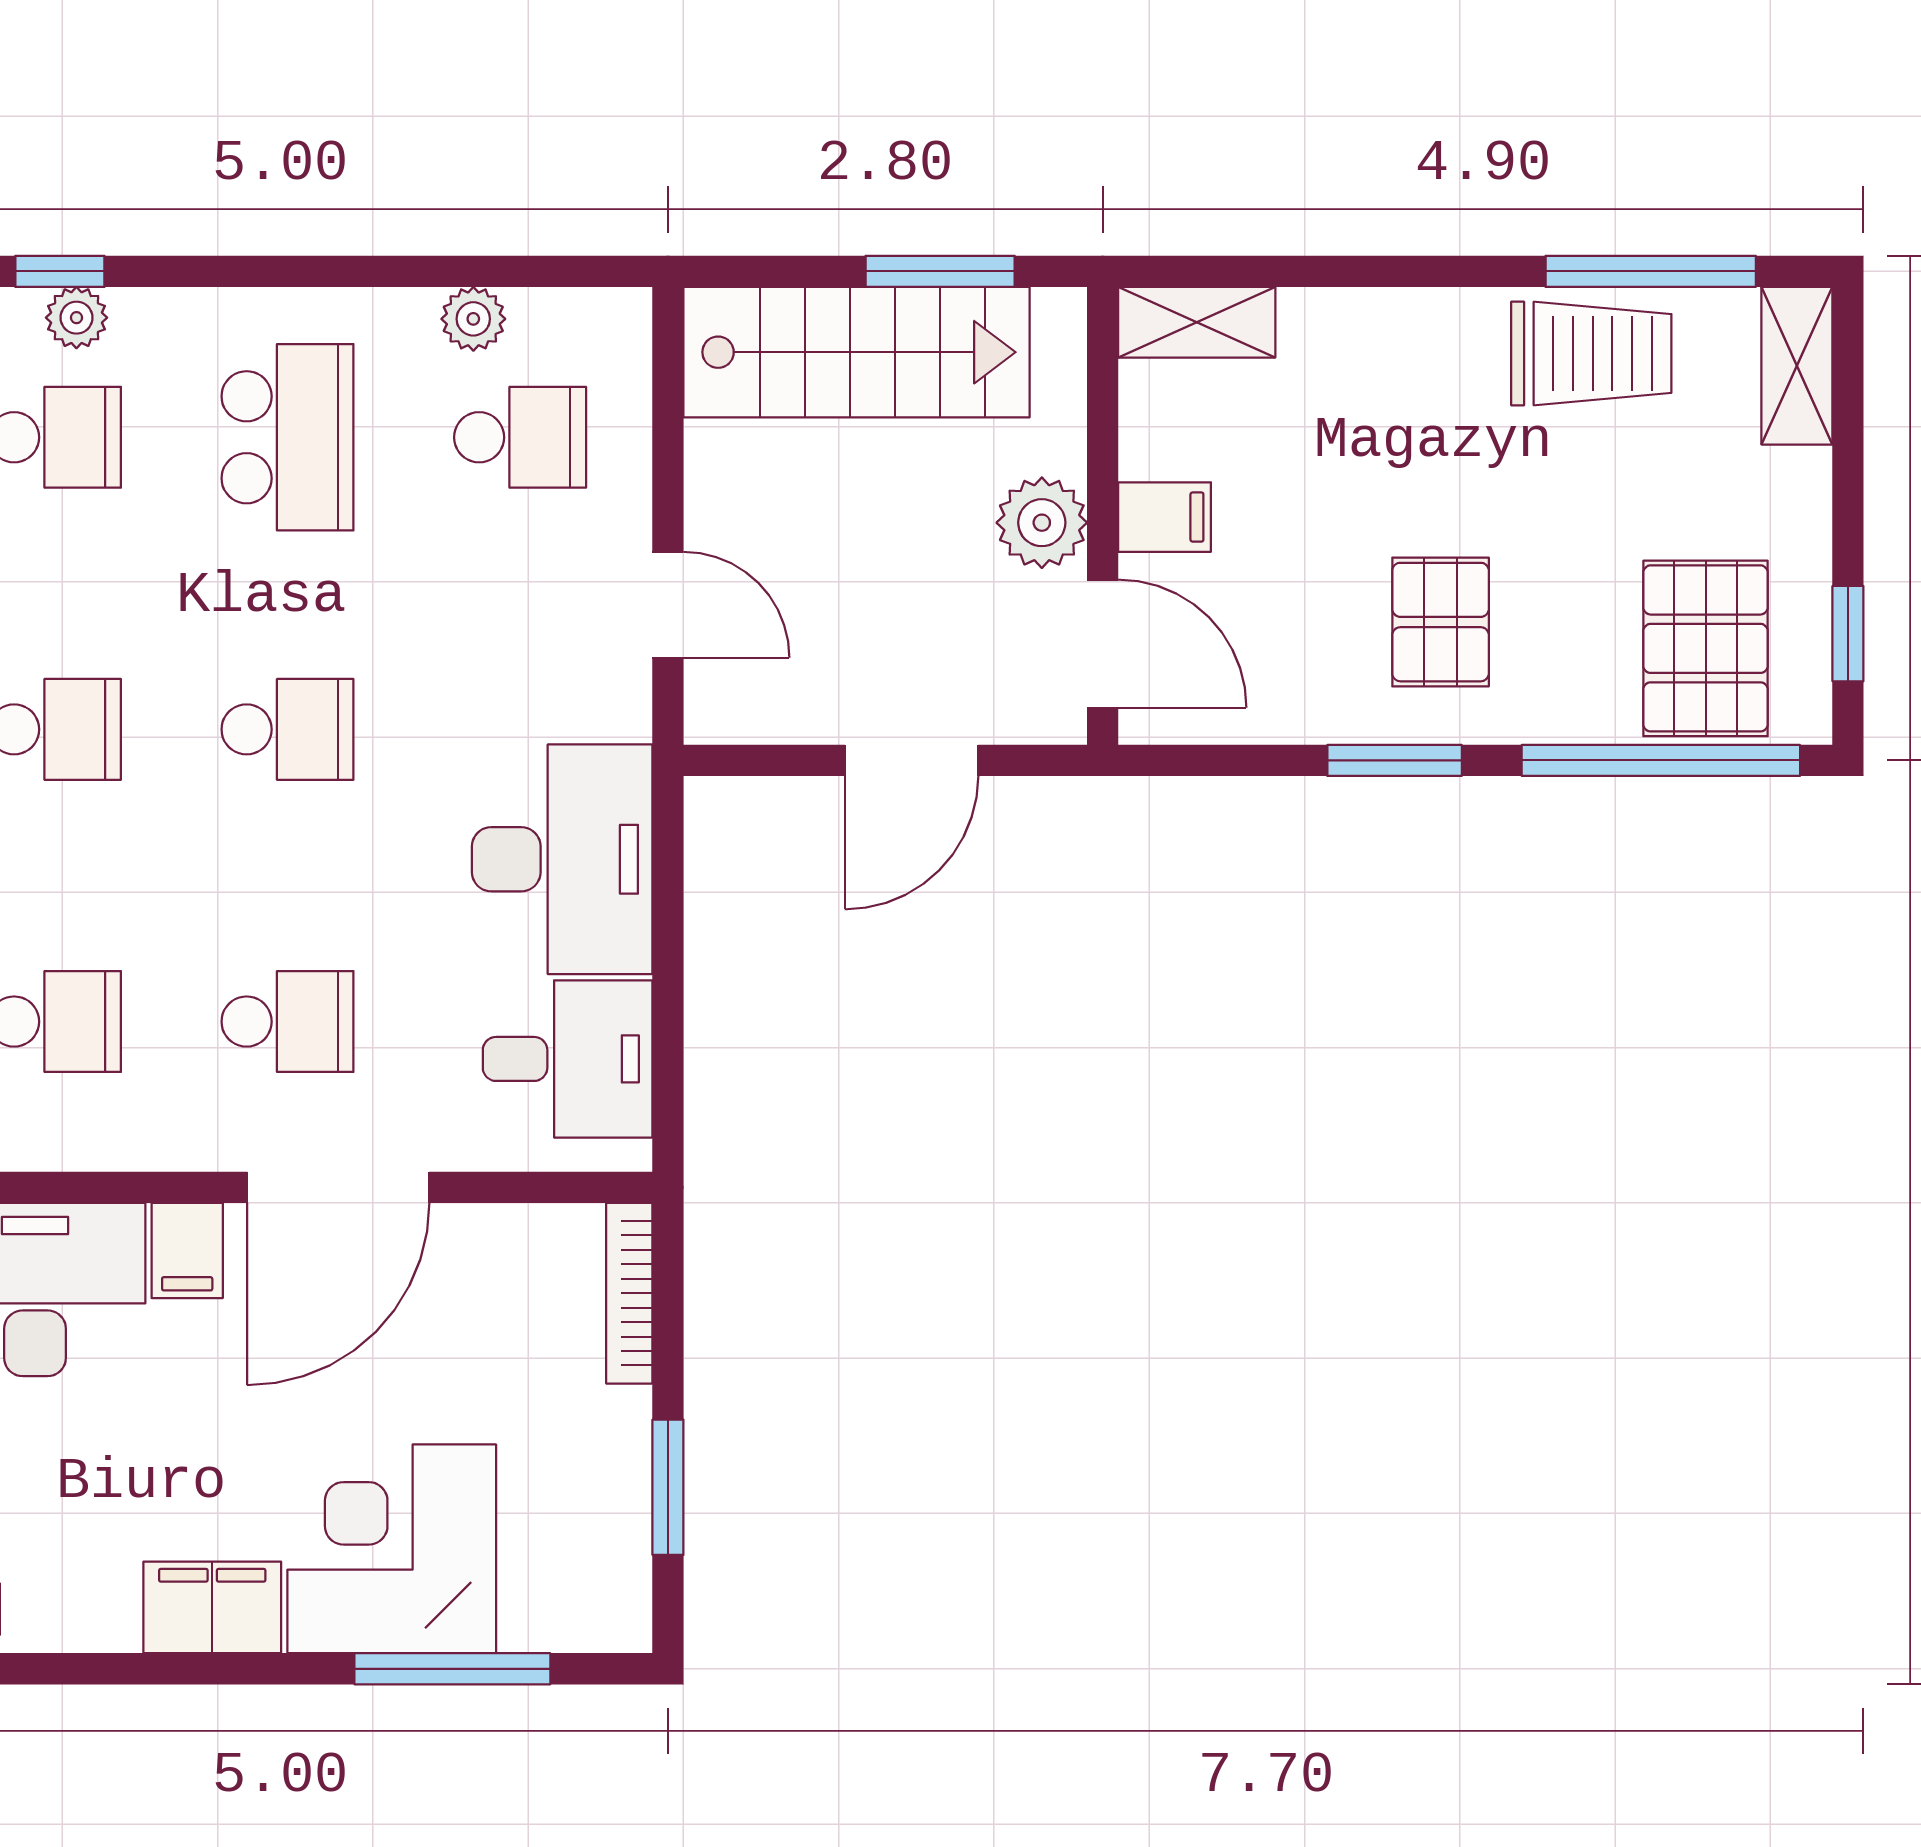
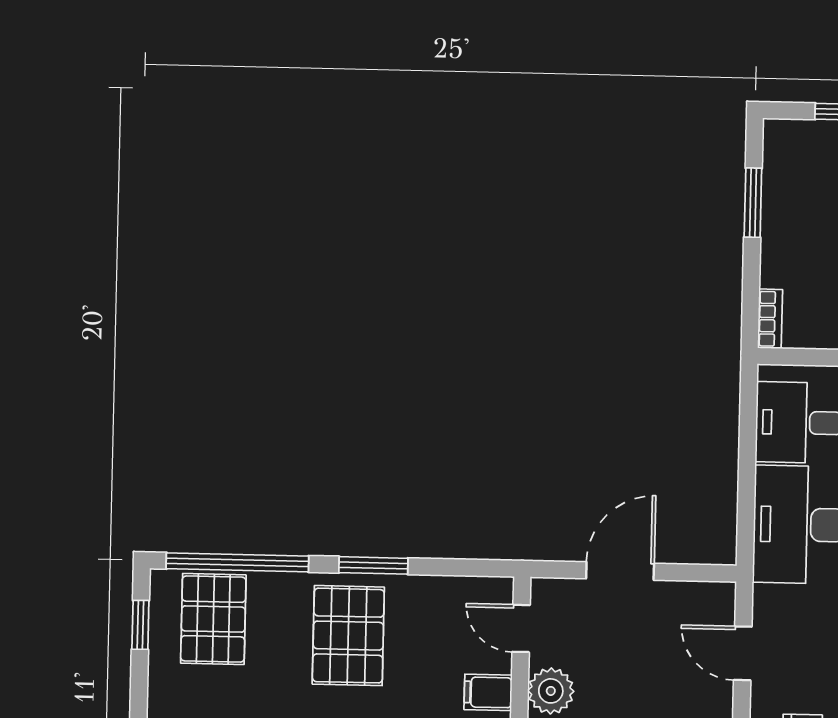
pallet: (1441, 622) -> (348, 636), width x1.50, depth x1.42
door: (1103, 644) -> (521, 628), width x0.73
bookcase: (629, 1293) -> (770, 319), width x0.64

